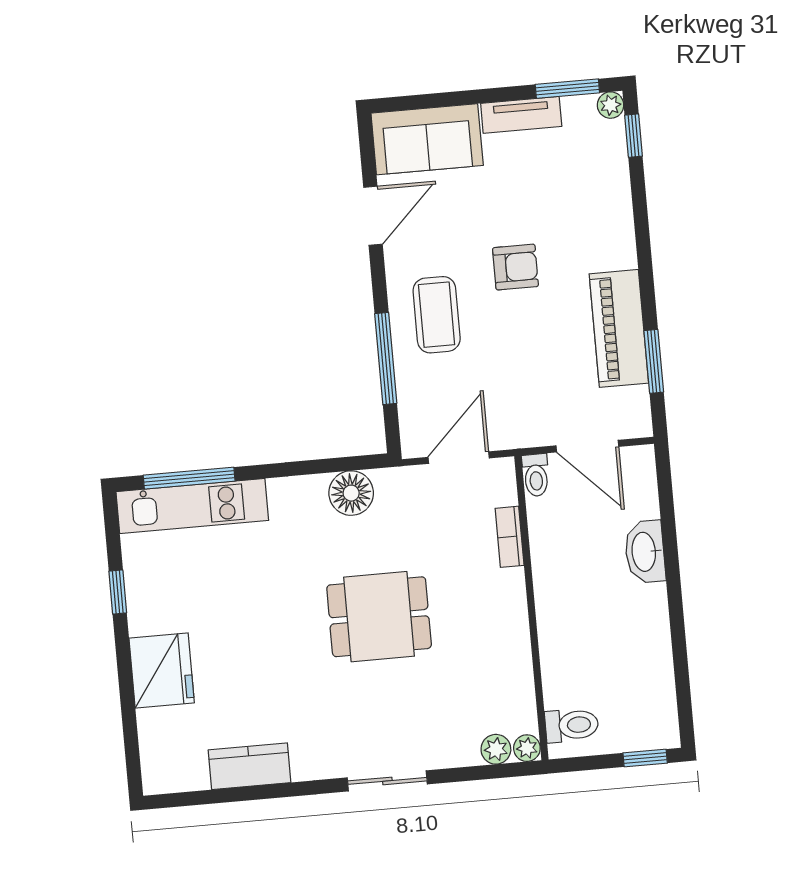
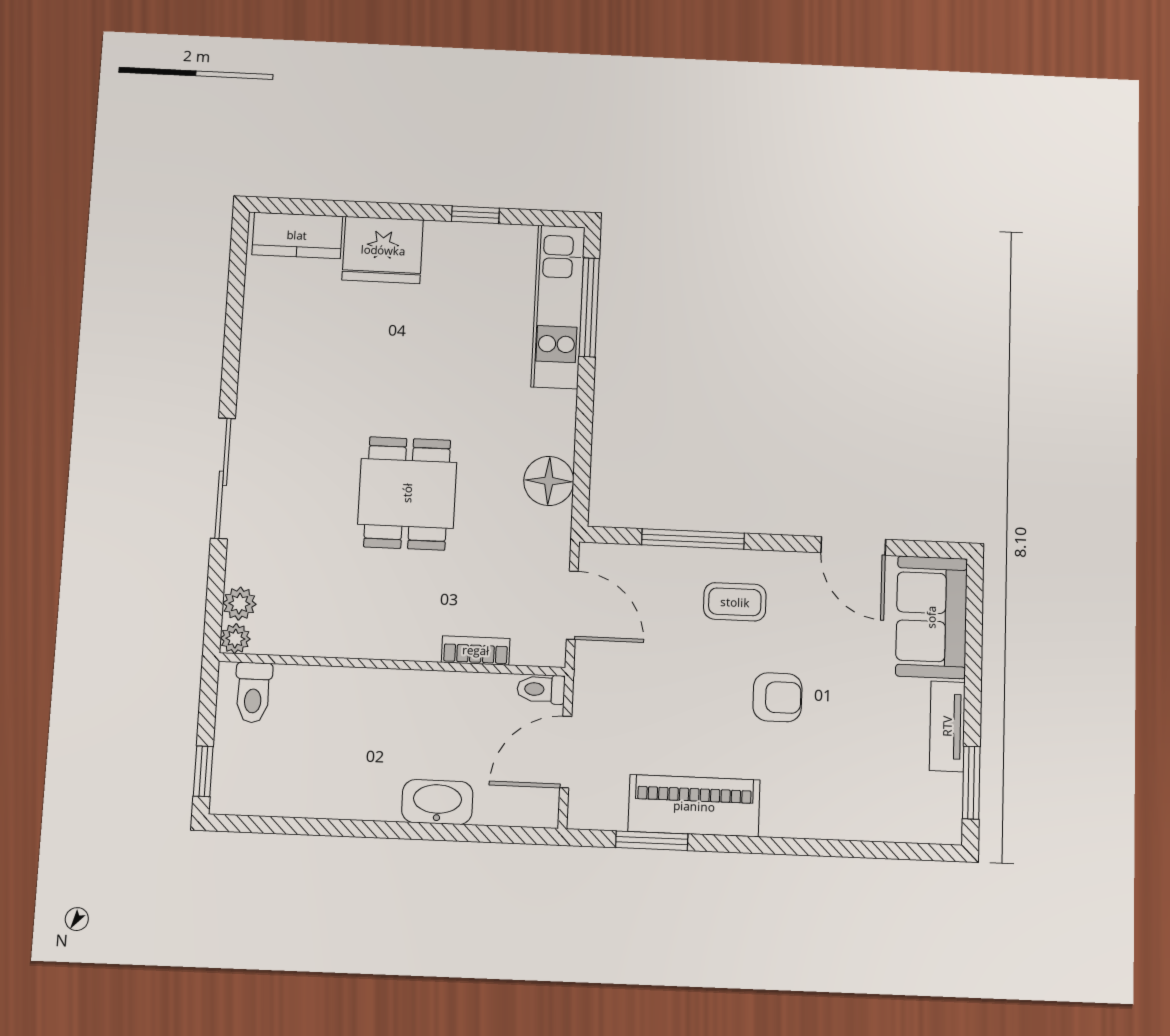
plant: (611, 105) -> (947, 829), removed
window: (634, 136) -> (910, 851), removed
armchair: (515, 267) -> (777, 697), turned -90
coffee table: (437, 315) -> (735, 602), width x0.73, depth x0.77
kitchen counter: (249, 766) -> (297, 235), moved, turned 90
sliding door: (387, 781) -> (223, 478), width x1.37

